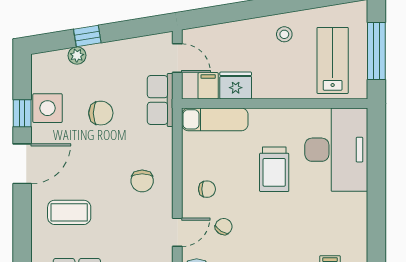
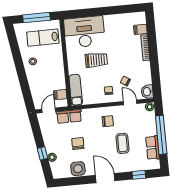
fridge: (236, 85) -> (59, 82), removed
window: (22, 113) -> (139, 175), moved
coffee table: (69, 212) -> (122, 143), moved

